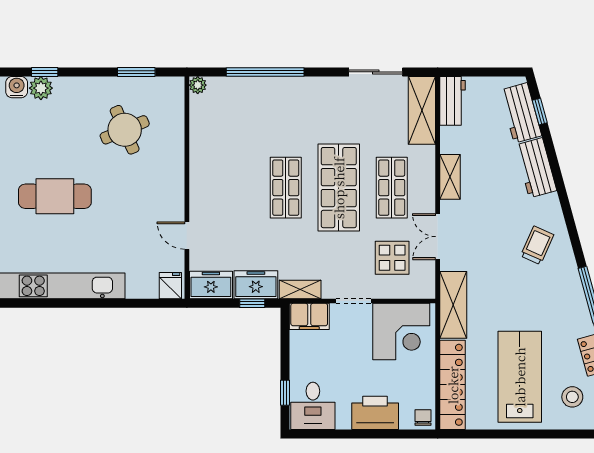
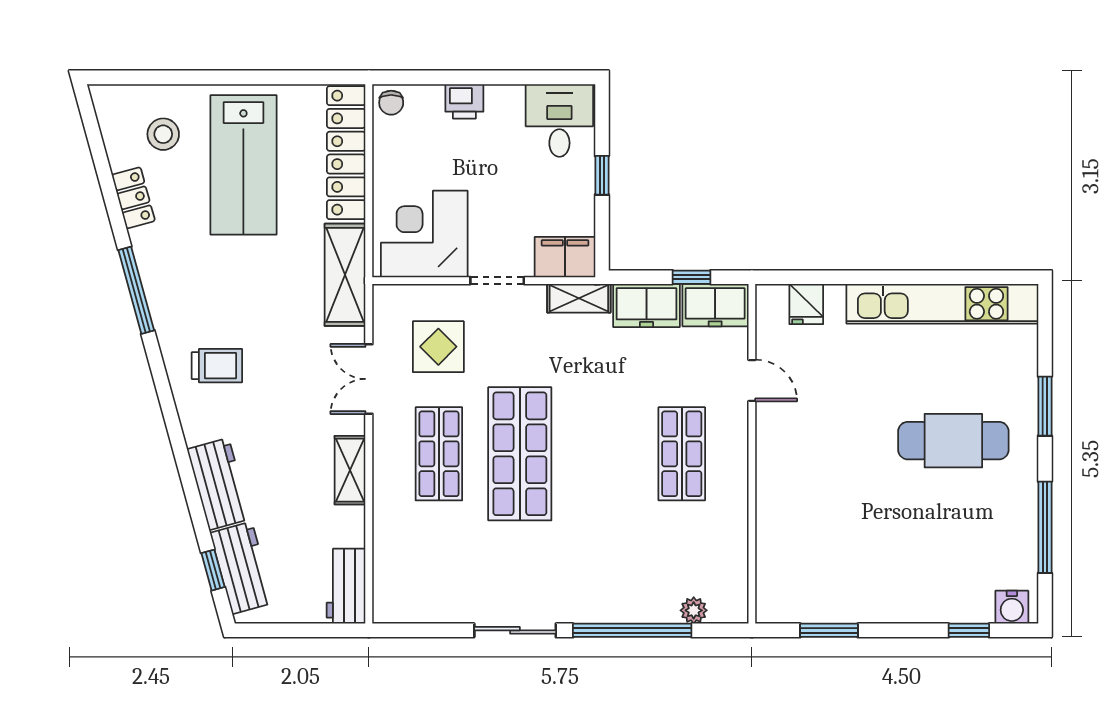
sliding door: (376, 72) -> (515, 630), moved
plant: (198, 85) -> (694, 610), moved
plant: (41, 88) -> (975, 606), removed
shelving: (422, 110) -> (393, 572), removed
round table: (125, 130) -> (847, 542), removed
shop shelf: (286, 188) -> (682, 454), moved
double door: (438, 237) -> (369, 379), swing flipped
trolley: (537, 245) -> (217, 366), turned -114
fridge: (170, 286) -> (806, 304), moved
window: (252, 303) -> (691, 277), moved
window: (285, 393) -> (602, 175), moved
printer: (375, 413) -> (464, 101), width x0.53, depth x0.68

